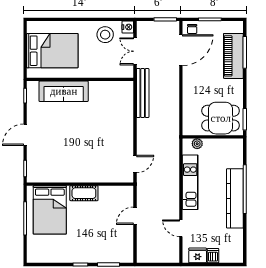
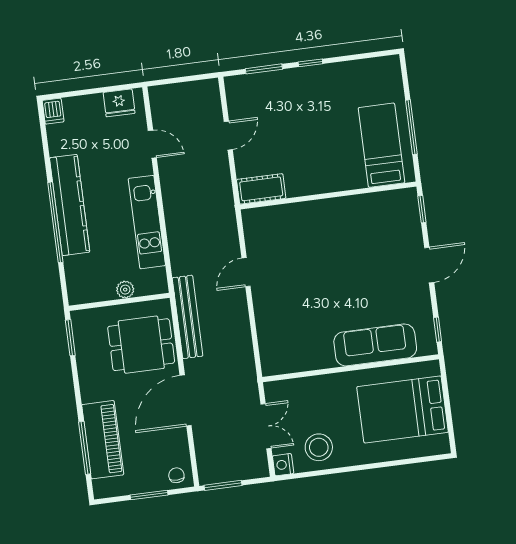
door: (181, 50) -> (186, 400), moved
bench: (143, 93) -> (188, 317), moved
dining table: (221, 118) -> (141, 345), moved
plant: (197, 144) -> (125, 290), moved
door: (135, 164) -> (246, 272), moved
cot: (84, 193) -> (261, 189), moved
bed: (50, 210) -> (381, 145), width x0.67
door: (135, 216) -> (228, 136), moved
dishwasher: (213, 256) -> (53, 111), moved

